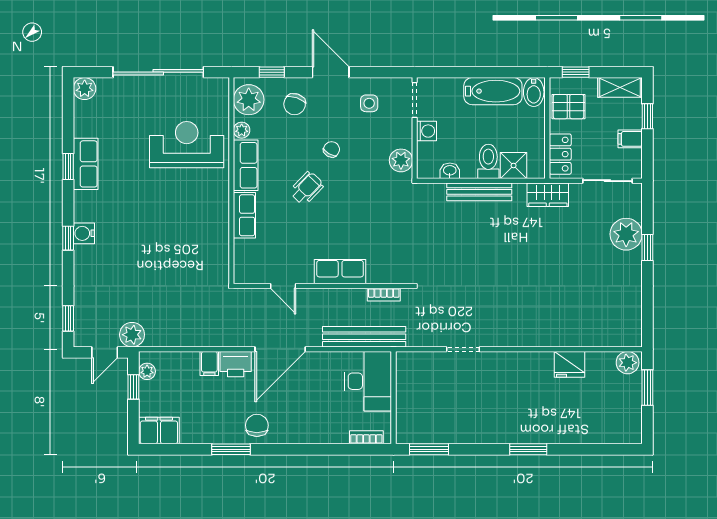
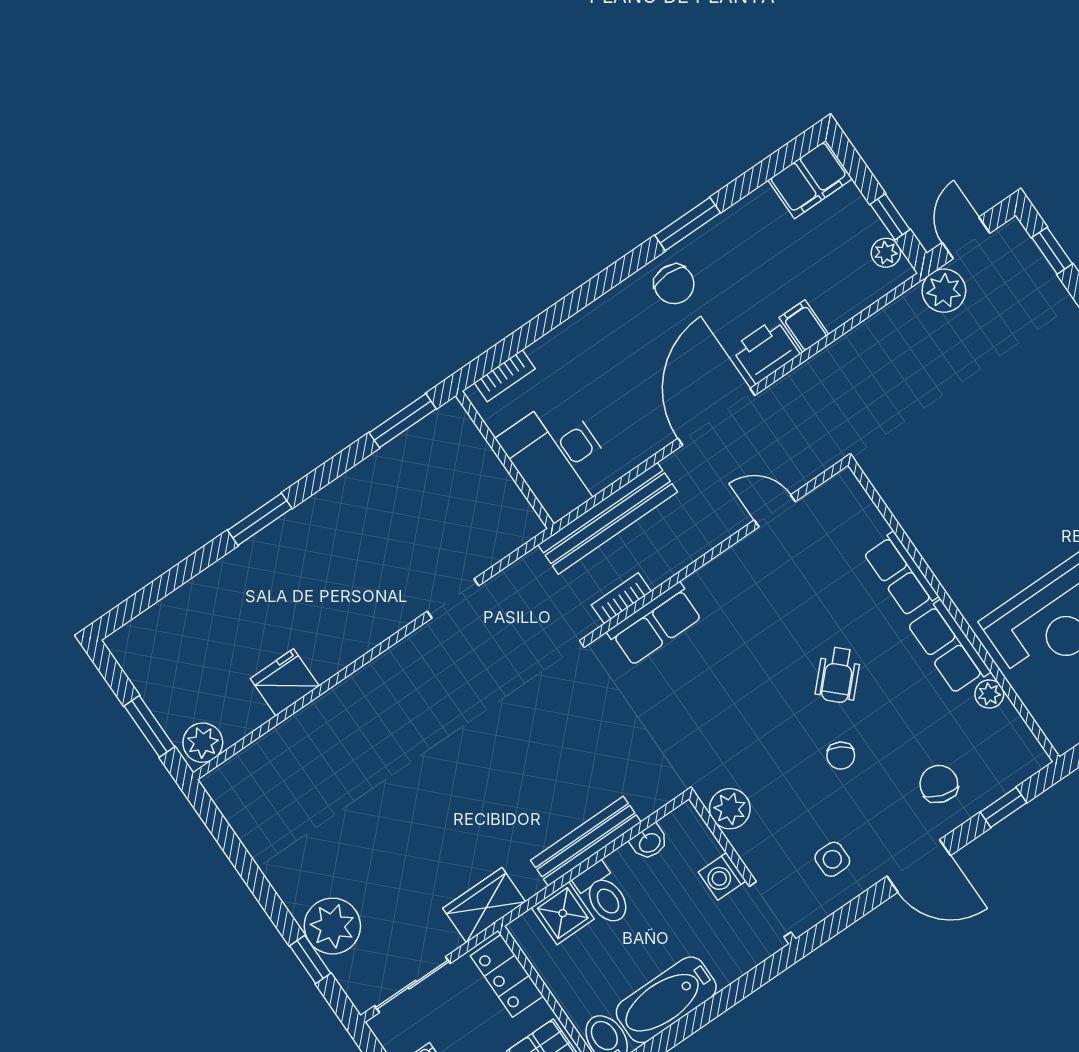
plant: (249, 100) -> (1009, 745), removed
window: (647, 248) -> (310, 959), moved
row of seats: (340, 272) -> (655, 624), moved

